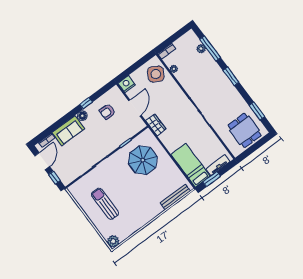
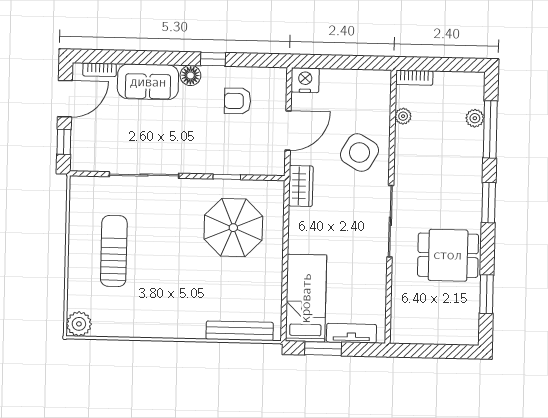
side table: (156, 74) -> (359, 153), moved
dining table: (245, 130) -> (448, 255), moved, turned 90

